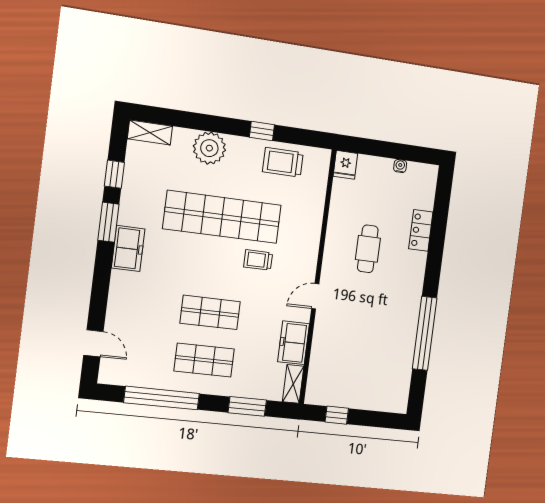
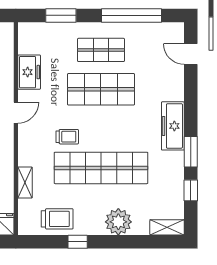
freezer: (128, 248) -> (173, 126), width x1.40
shop shelf: (210, 312) -> (101, 89), width x1.43, depth x1.36
shelving: (293, 384) -> (25, 183), moved

